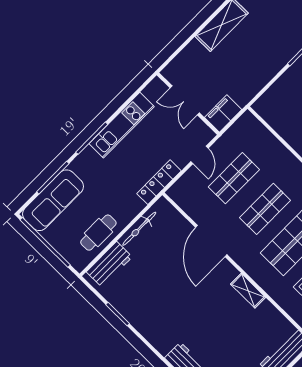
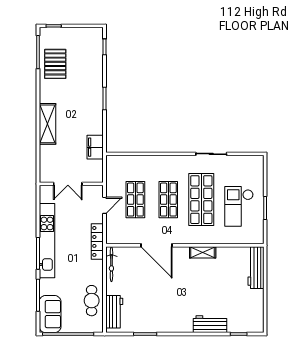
filing cabinet: (223, 113) -> (95, 147), moved
kitchen unit: (122, 125) -> (47, 241), width x1.36
door: (199, 155) -> (105, 205), hinge flipped
sofa: (53, 200) -> (50, 314), width x0.73
bicycle: (139, 229) -> (111, 264), moved

